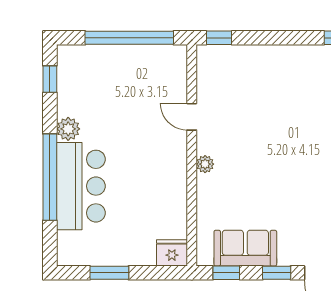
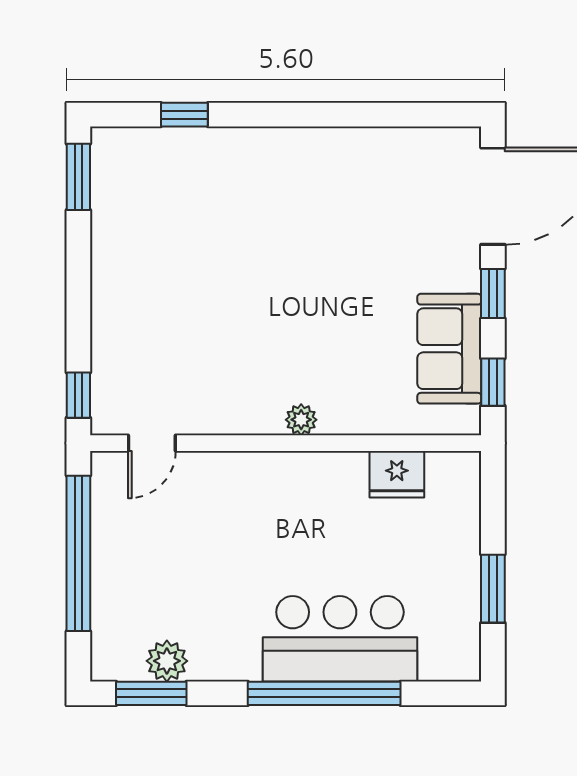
window: (50, 79) -> (151, 693), width x1.50
door: (192, 117) -> (152, 443), moved
plant: (68, 129) -> (167, 661), moved
fridge: (172, 253) -> (397, 474), moved, turned -90

